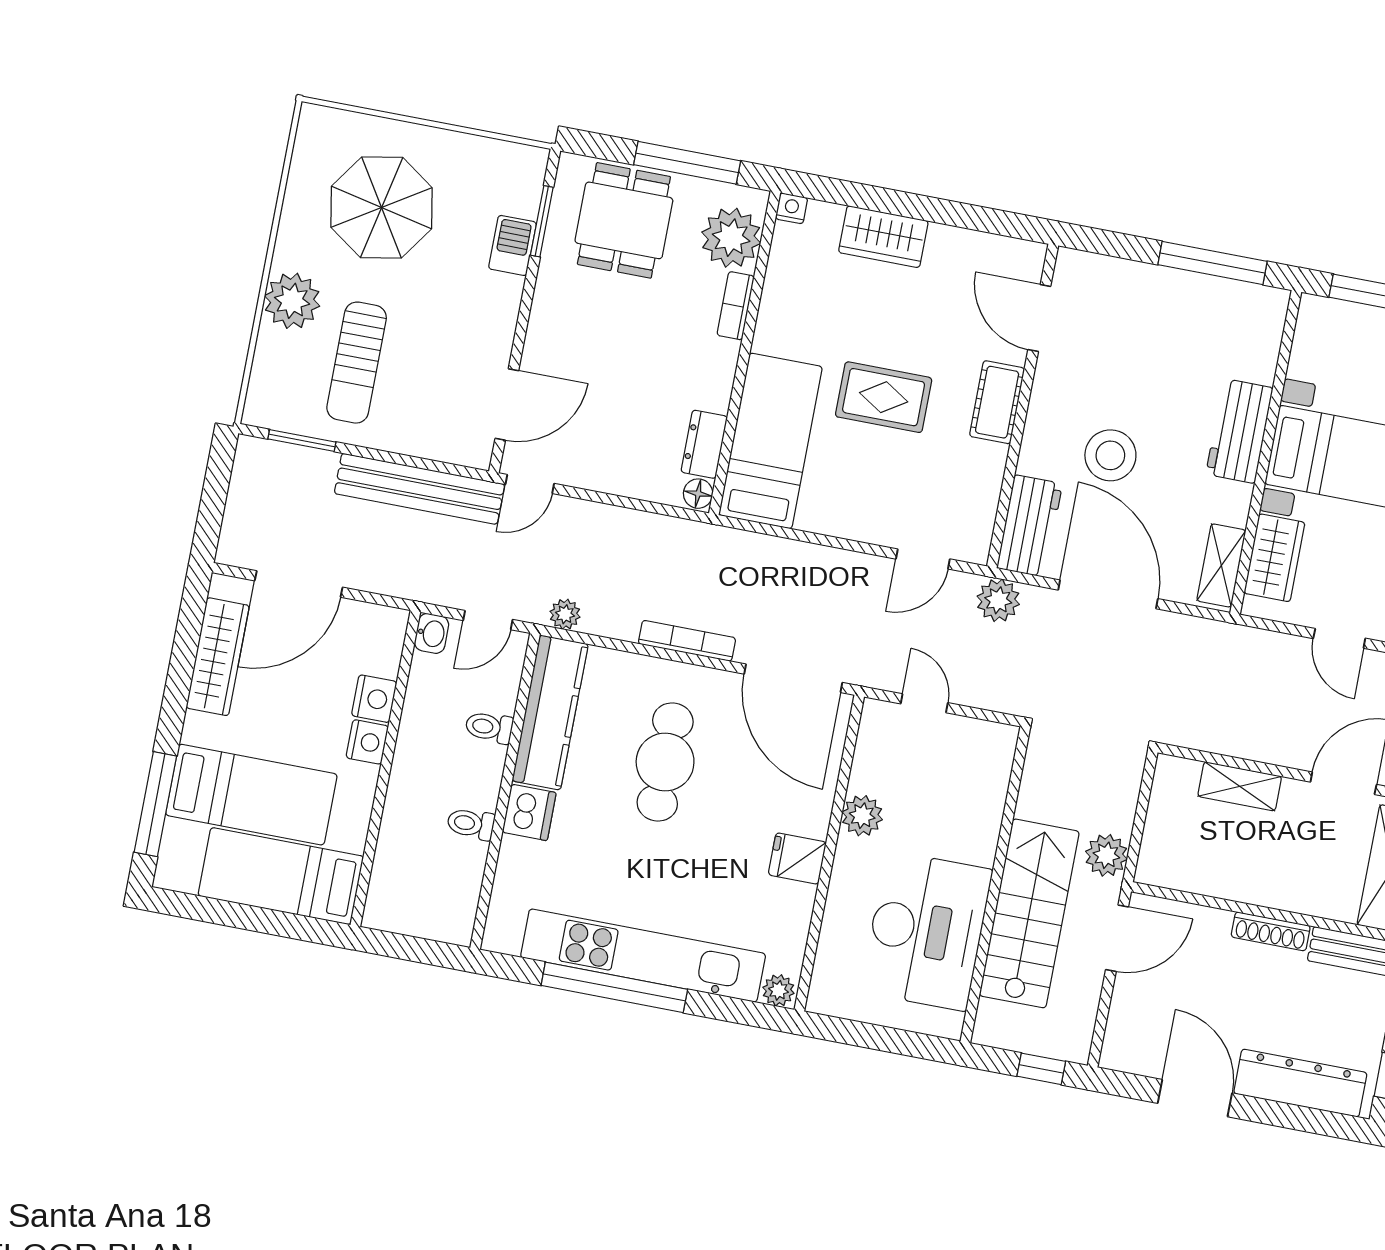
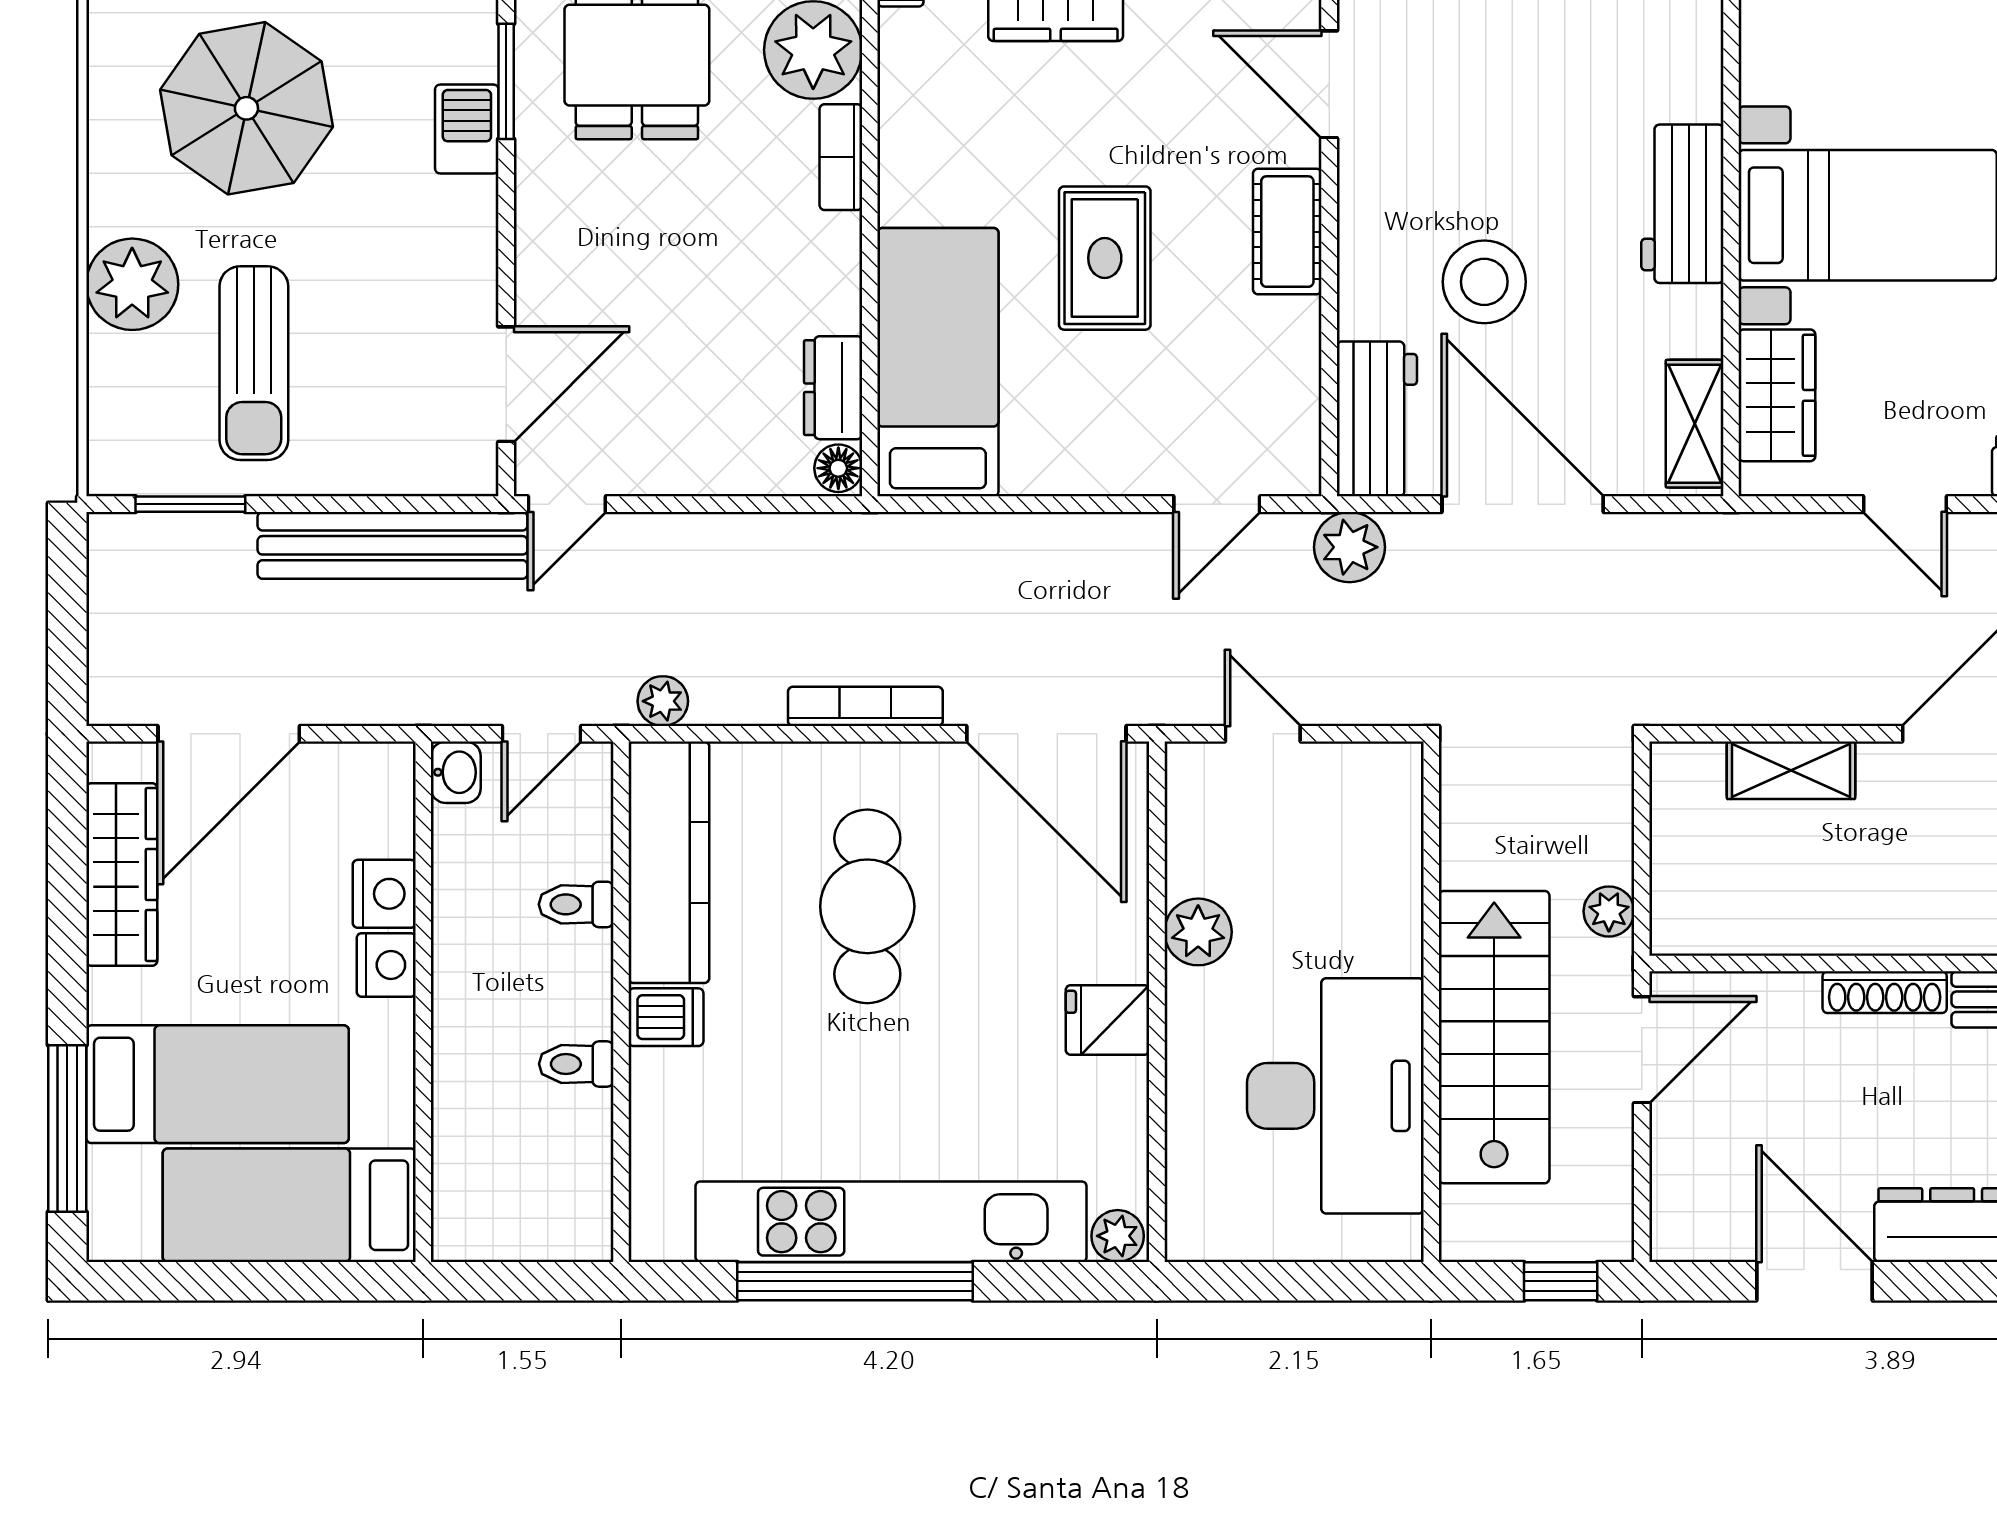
rug: (884, 397) -> (1105, 258), turned 90
dishwasher: (529, 812) -> (666, 1017), width x0.73
plant: (1106, 855) -> (1609, 911), width x0.73, depth x0.73

